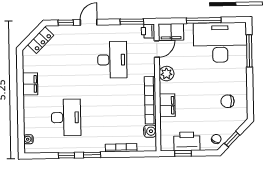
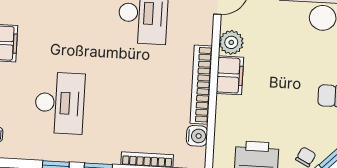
filing cabinet: (167, 105) -> (230, 75), moved

